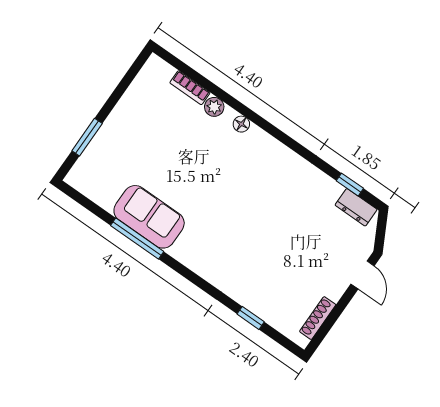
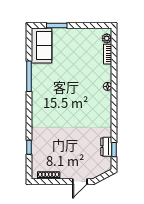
plant: (214, 107) -> (107, 38), moved
dresser: (356, 207) -> (106, 147), moved
sofa: (149, 217) -> (42, 46), moved

